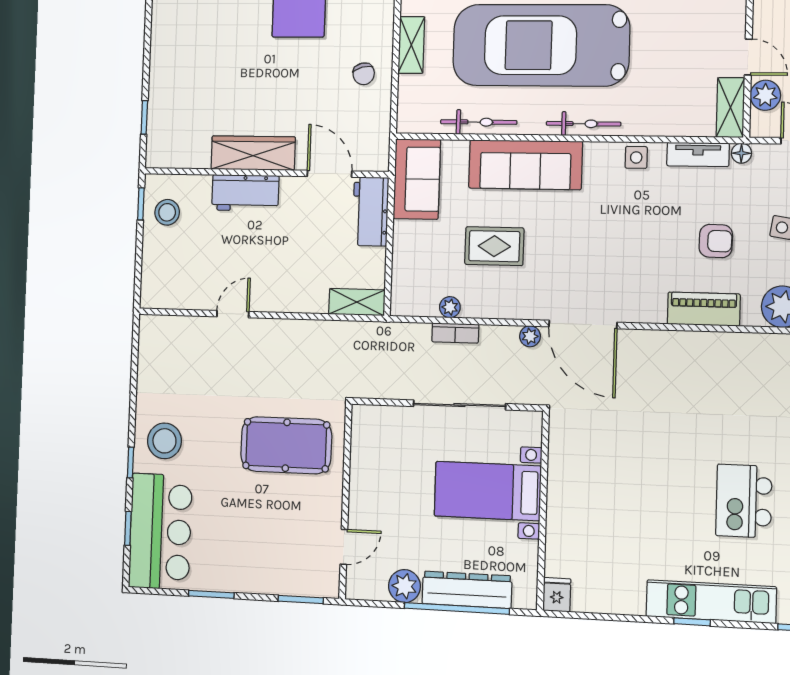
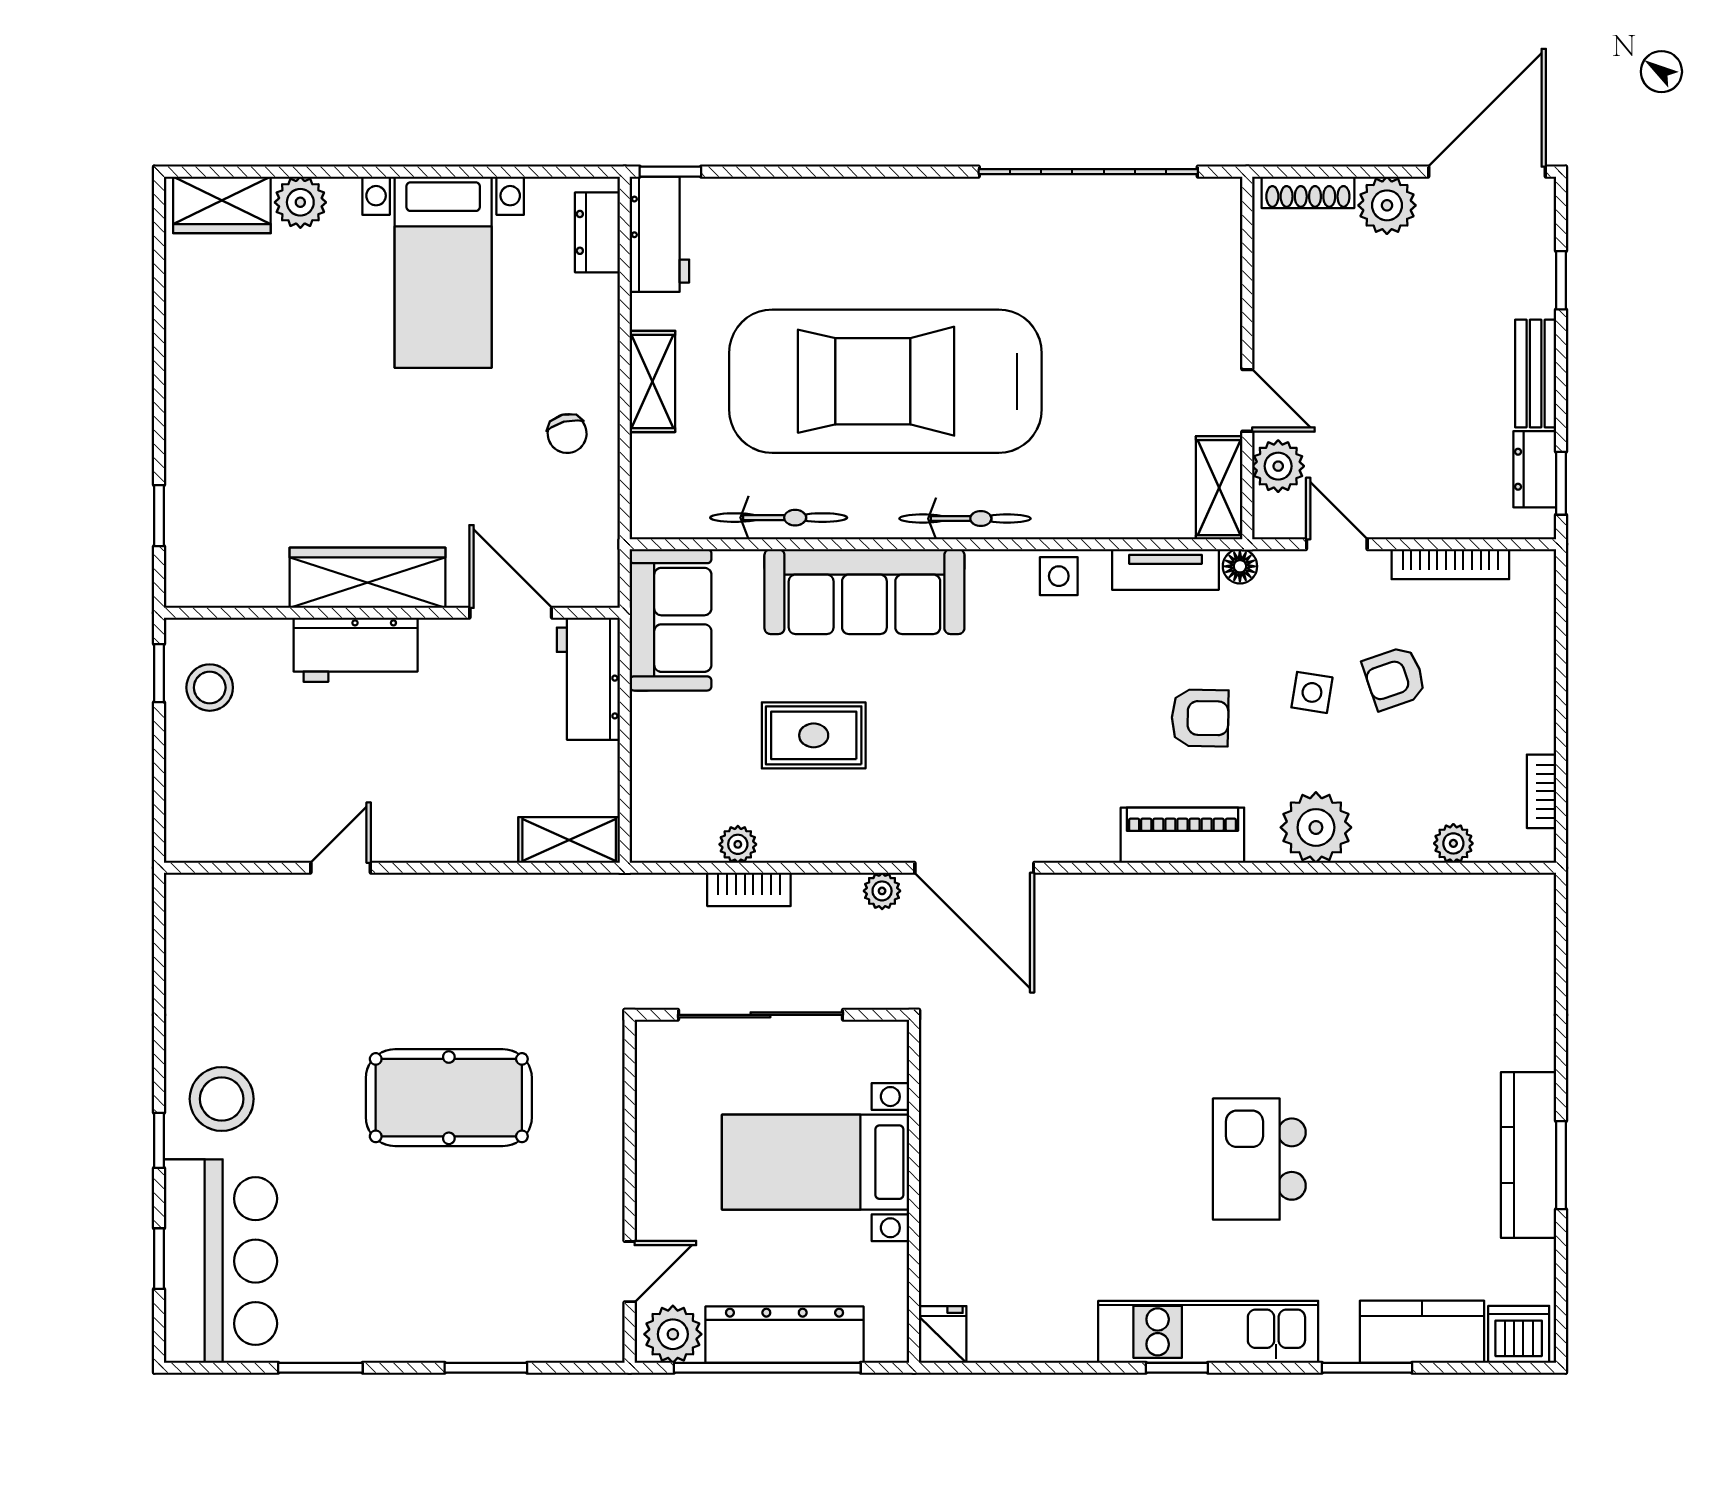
wall: (345, 501) -> (630, 1191), moved
door: (344, 547) -> (630, 1272), moved

